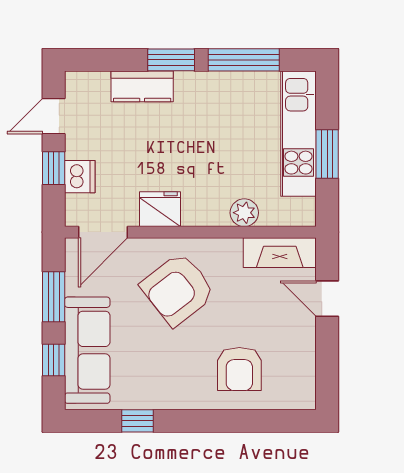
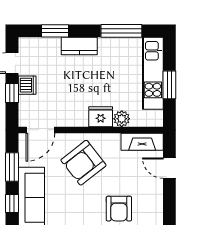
window: (171, 60) -> (55, 31), moved
kitchen counter: (142, 86) -> (79, 46), moved
dishwasher: (80, 177) -> (27, 85), moved
fridge: (160, 209) -> (101, 117), moved

